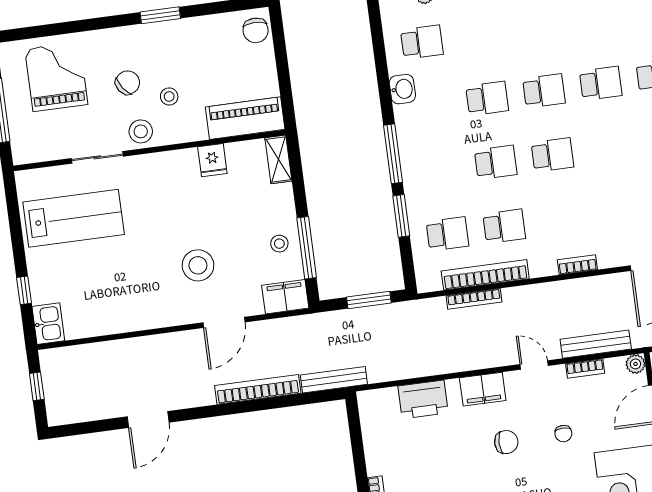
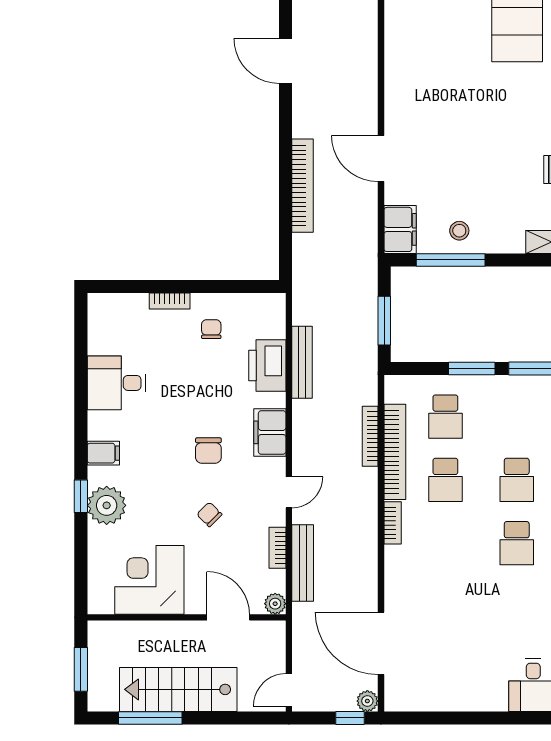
stool: (198, 265) -> (447, 138), removed
bookcase: (577, 265) -> (393, 523), moved
bench: (334, 380) -> (302, 362), moved
chair: (563, 434) -> (209, 514), turned 45
chair: (397, 454) -> (211, 329), added

